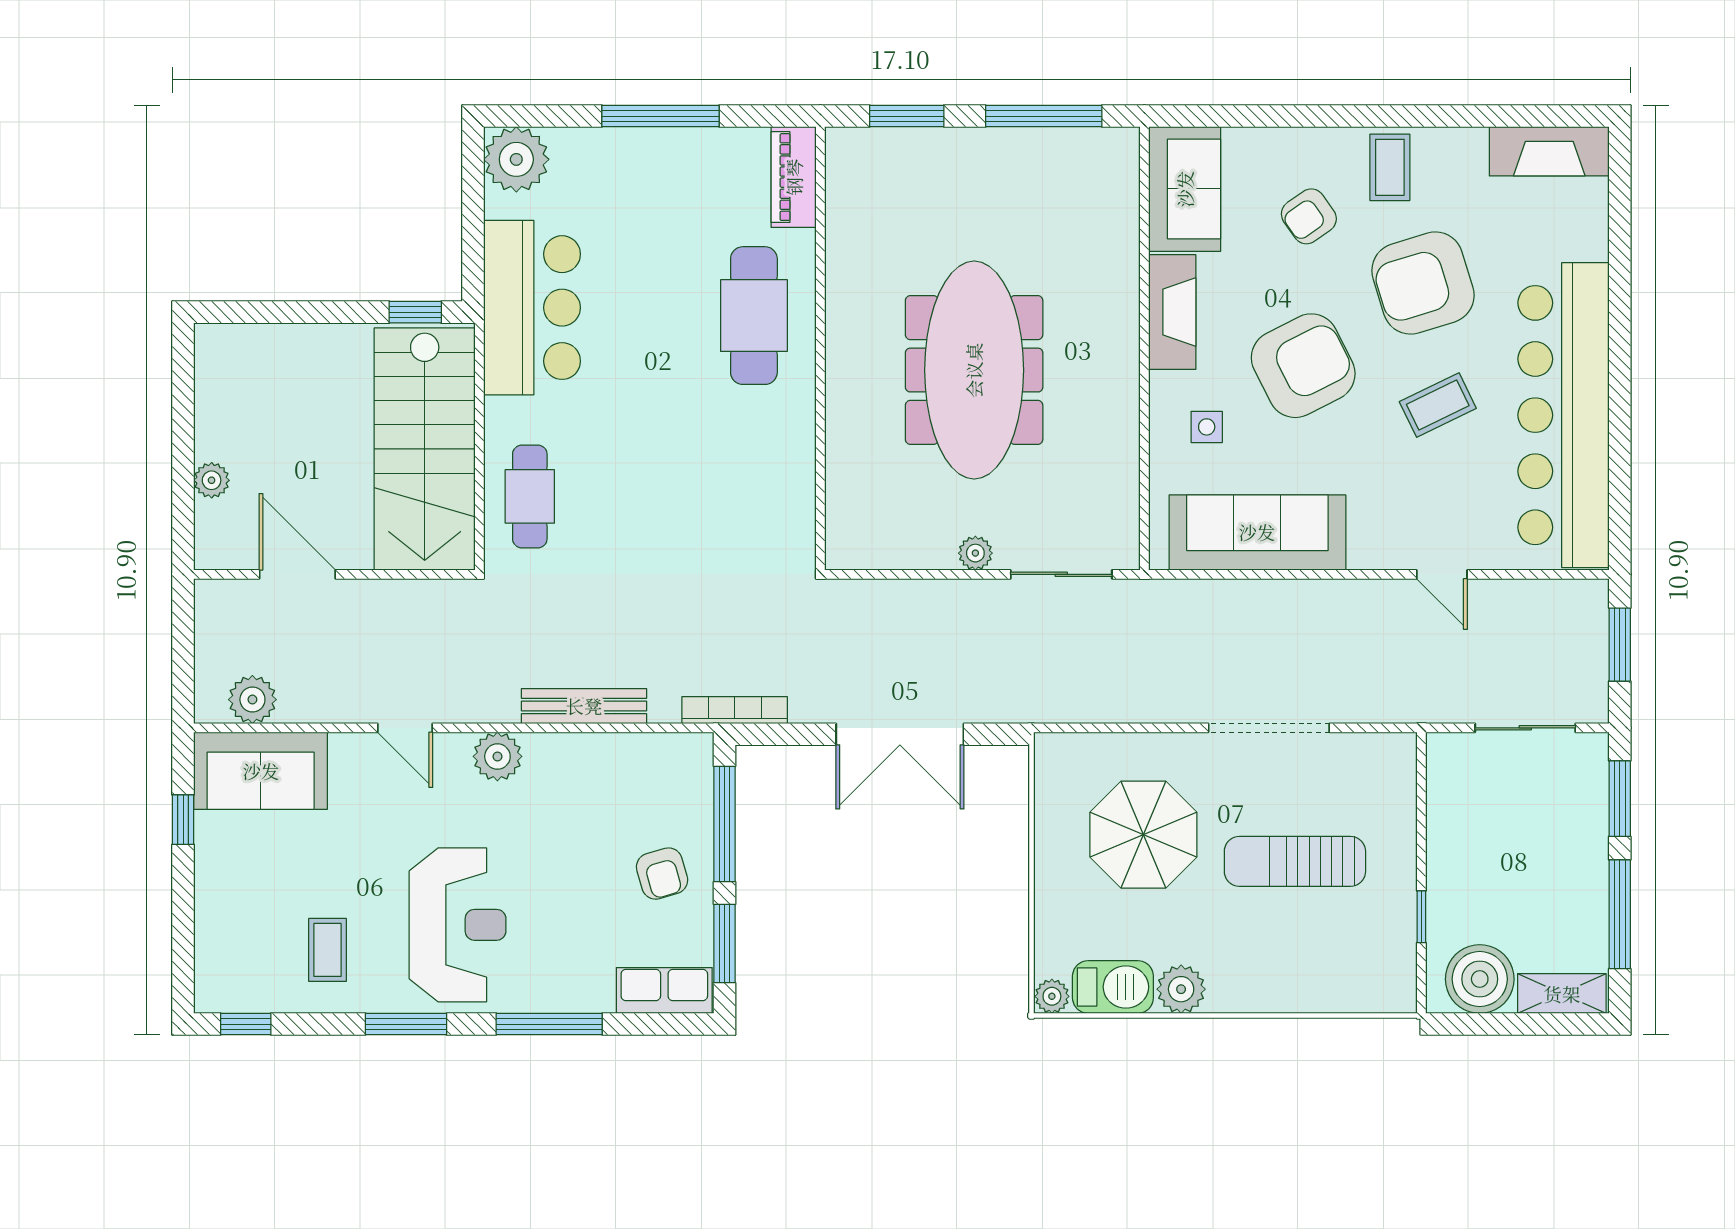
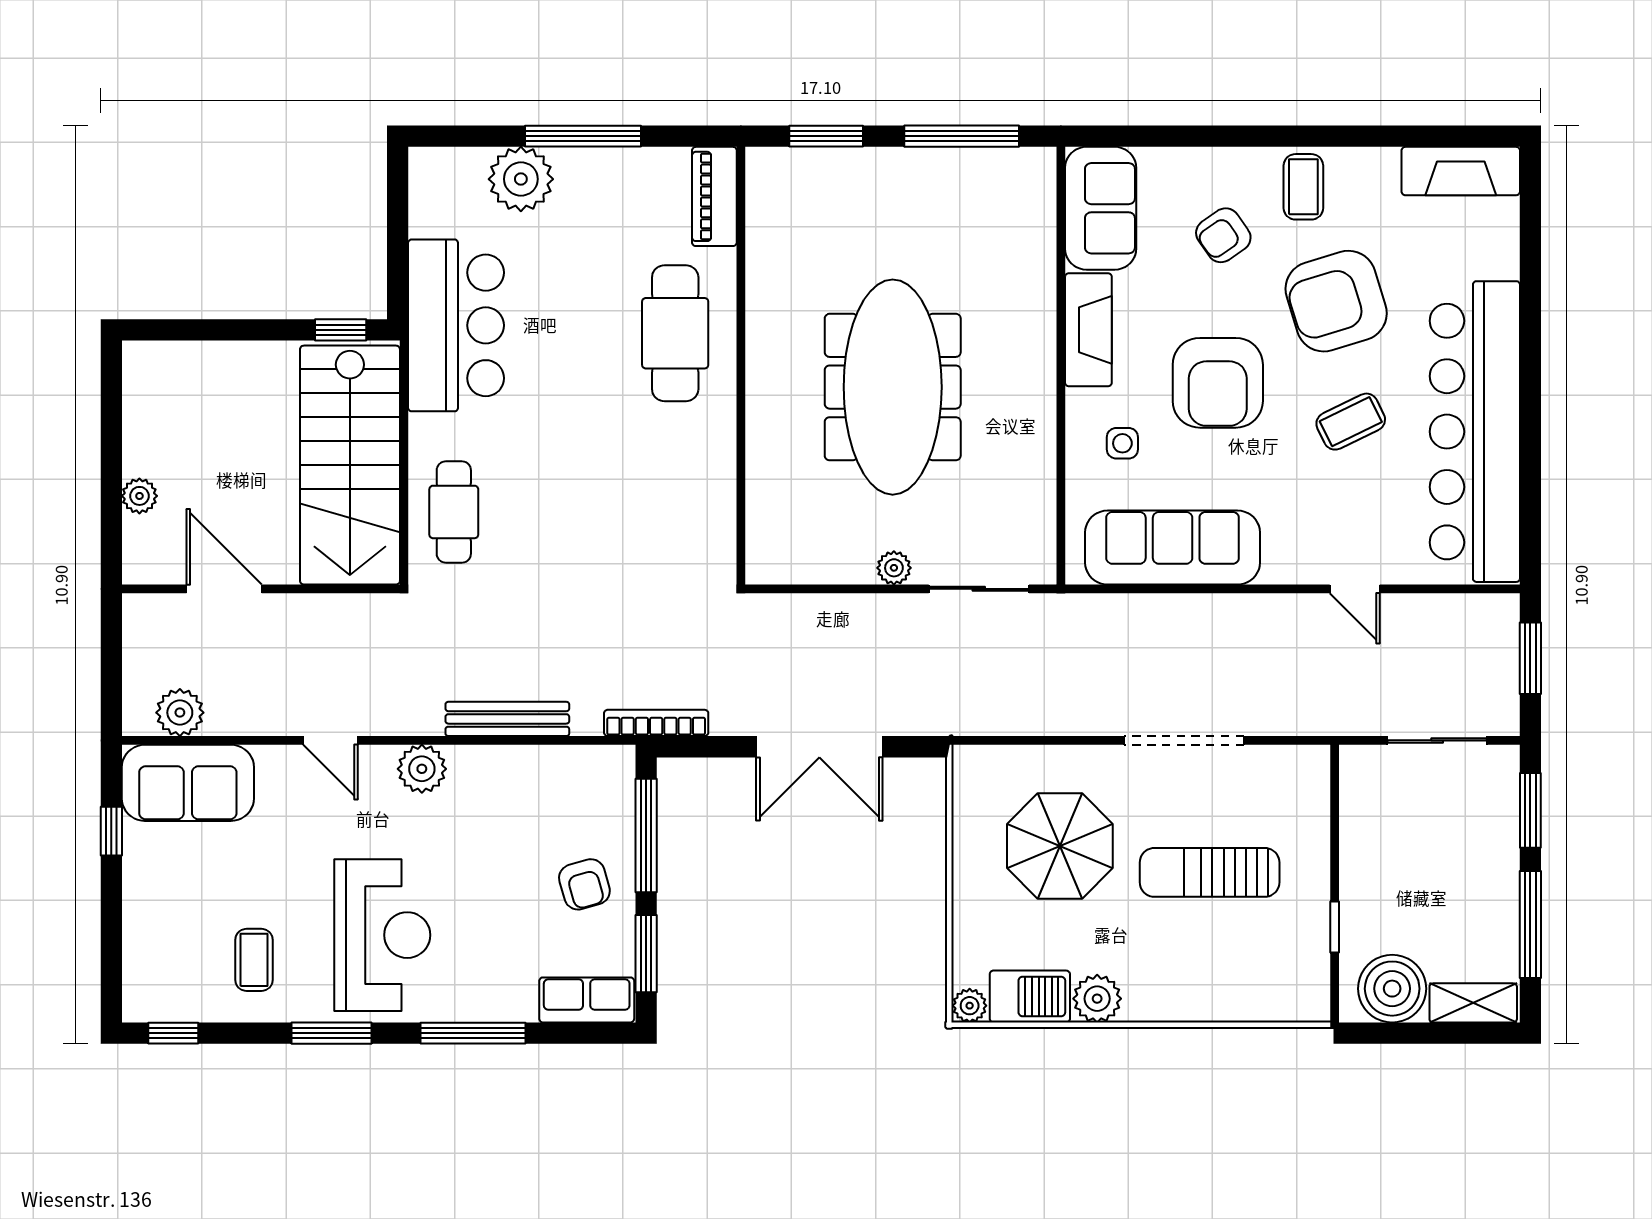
plant: (516, 159) -> (521, 179), moved
armchair: (1303, 366) -> (1218, 383), turned 117

